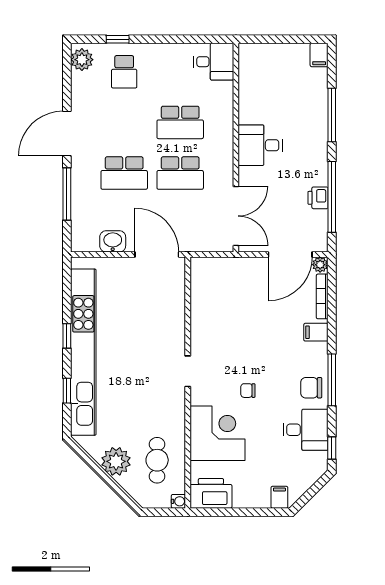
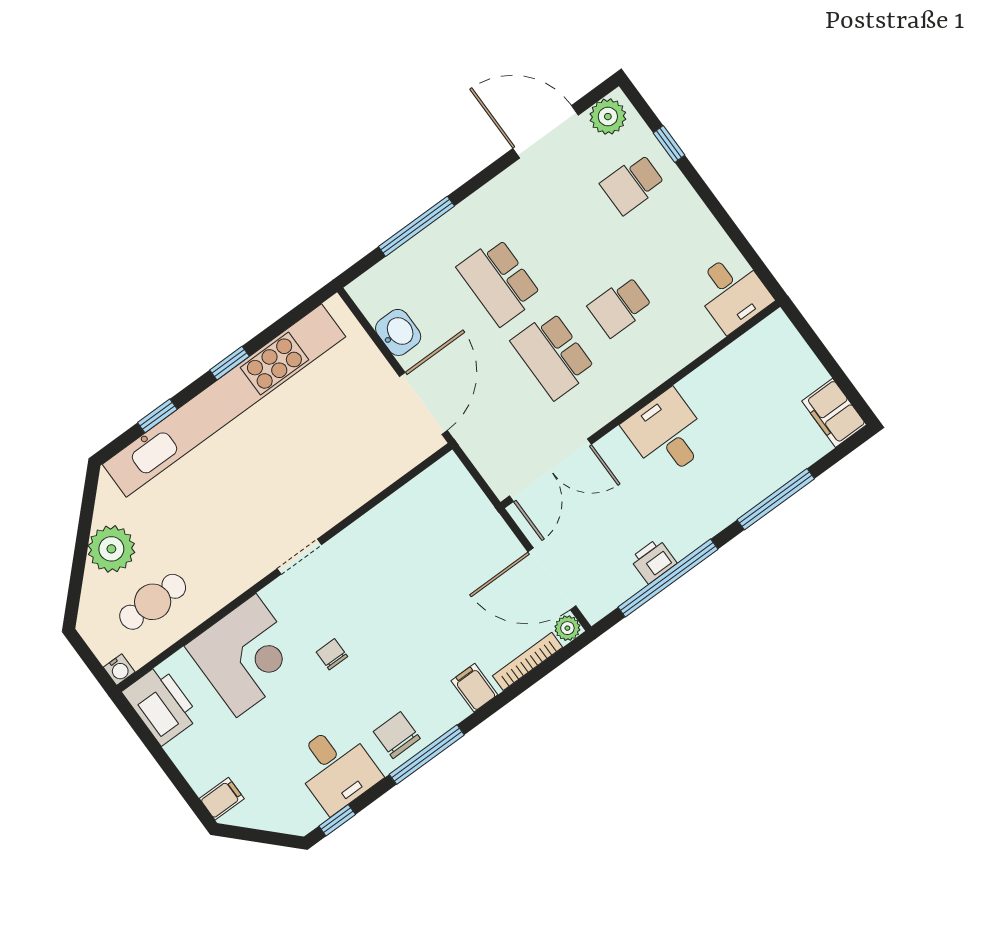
filing cabinet: (319, 55) -> (834, 413), width x2.00
school desk: (180, 122) -> (620, 307), width x0.54
door: (67, 133) -> (546, 132), moved

